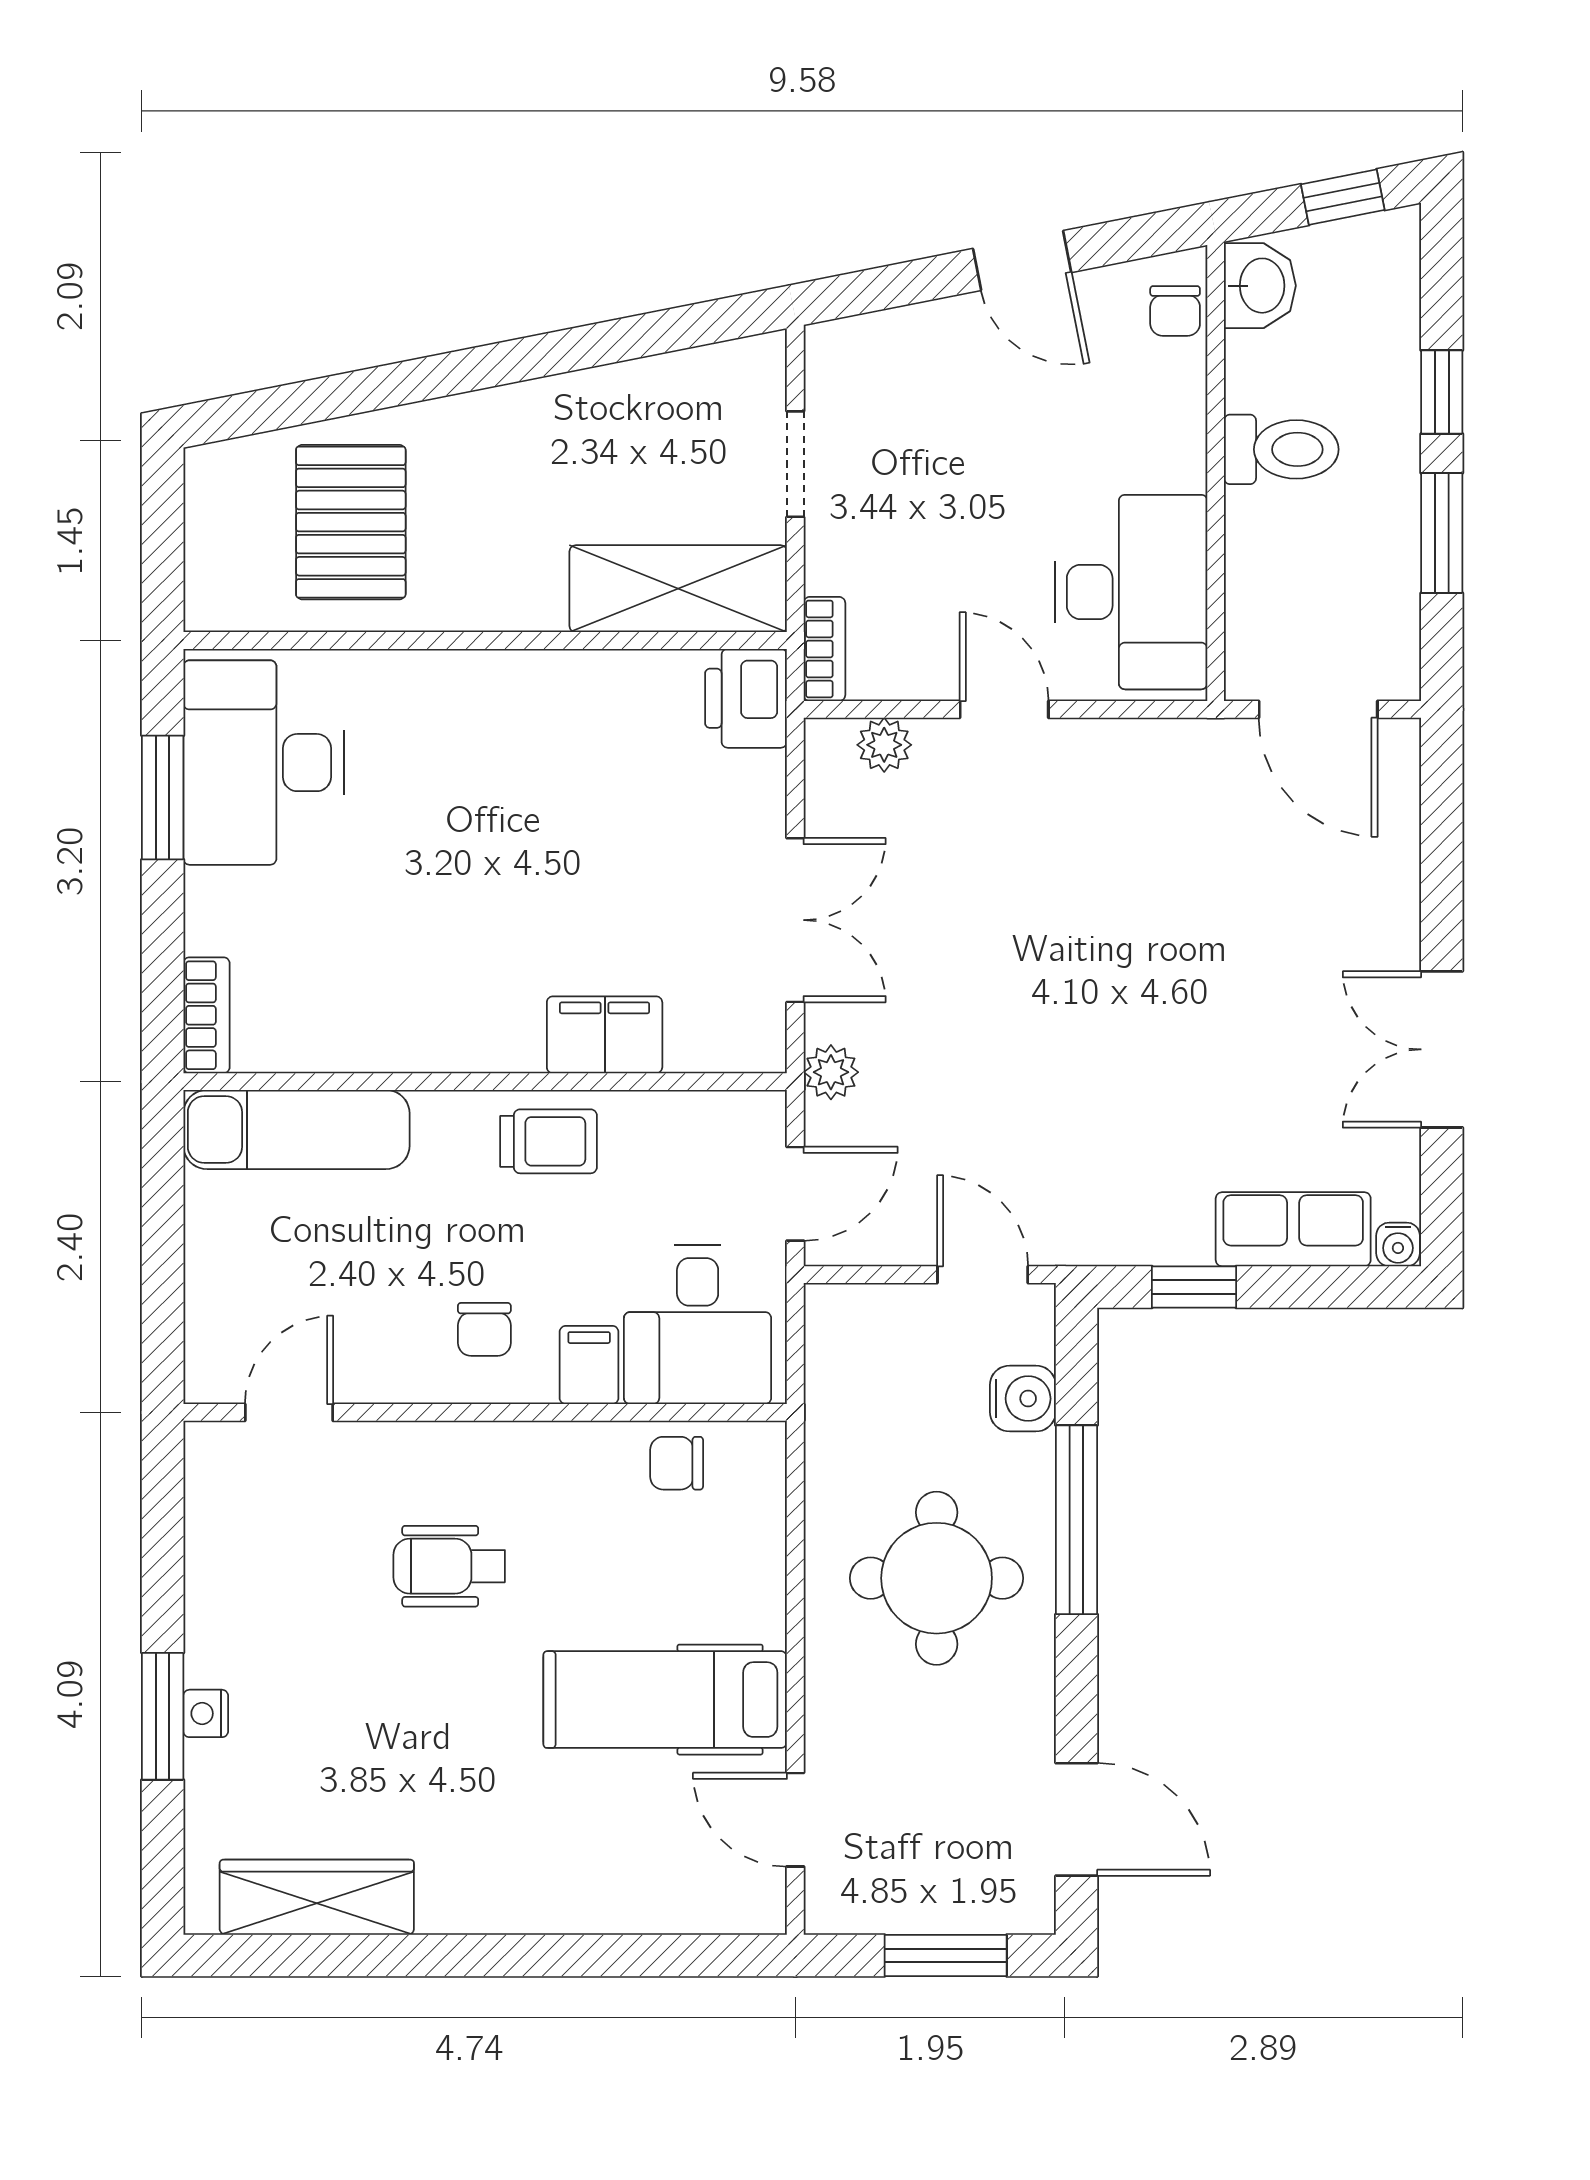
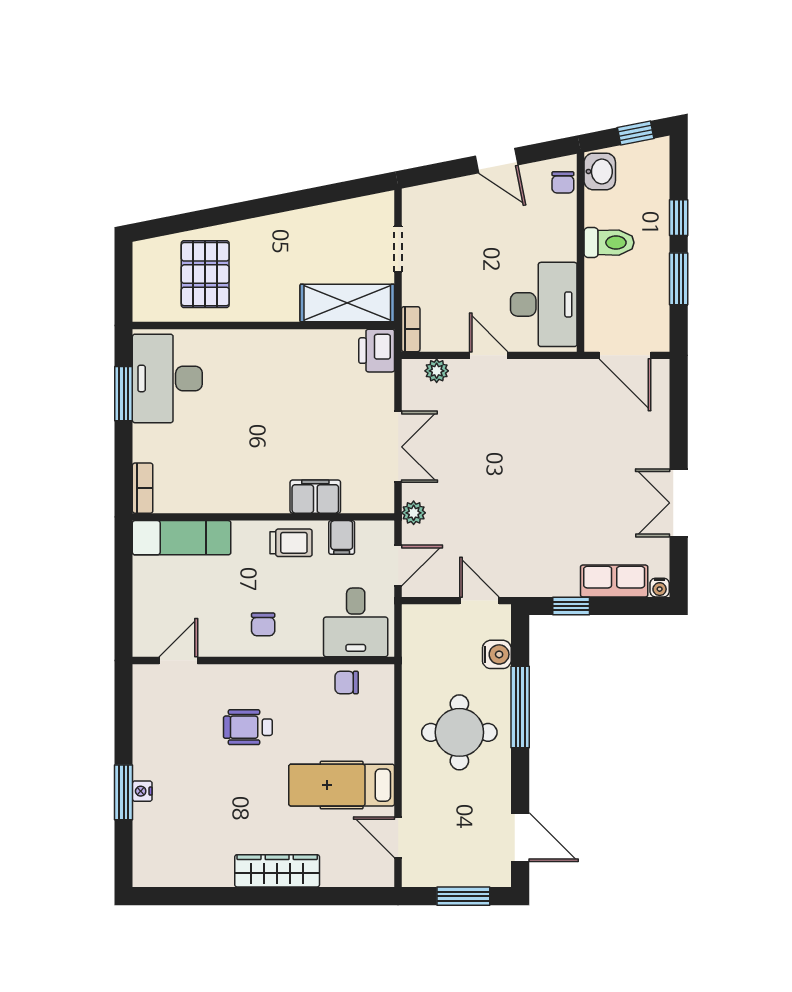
filing cabinet: (589, 1365) -> (342, 537), moved, turned 180
wardrobe: (317, 1897) -> (277, 871), moved

